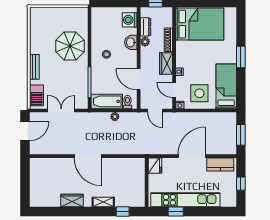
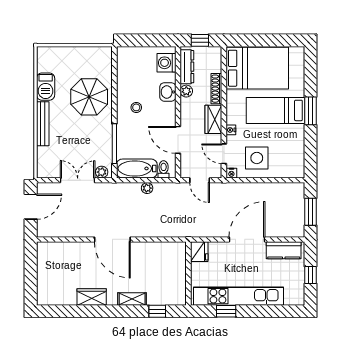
dresser: (146, 27) -> (187, 67), width x1.44
bench: (34, 67) -> (43, 124), width x1.36
bed: (226, 86) -> (276, 110), moved, turned -90
barbecue: (36, 95) -> (46, 87), moved
plant: (80, 104) -> (102, 172), added

